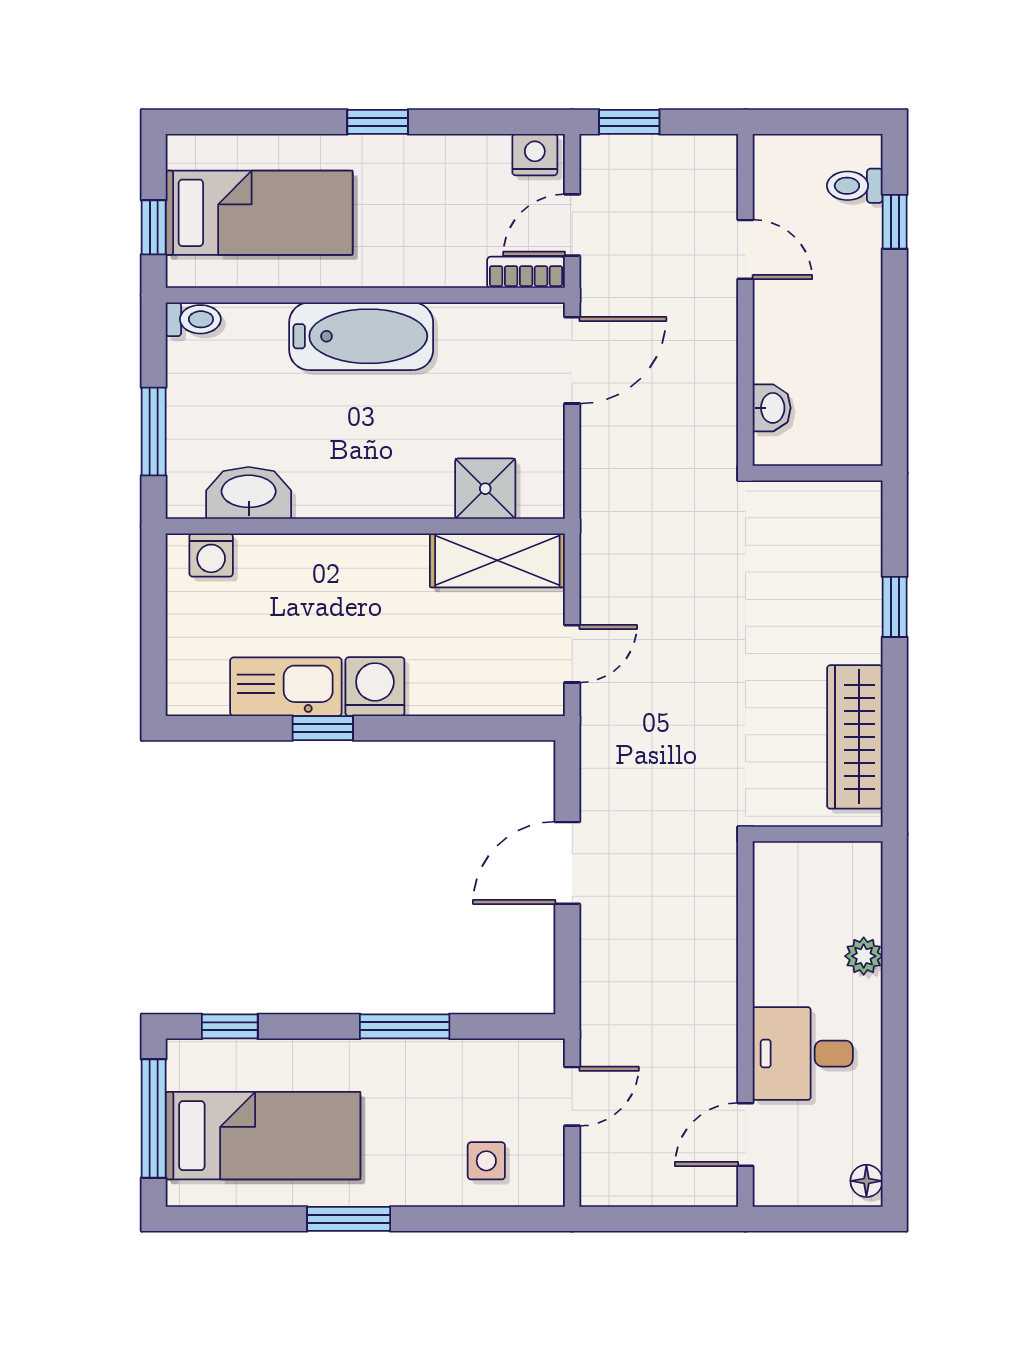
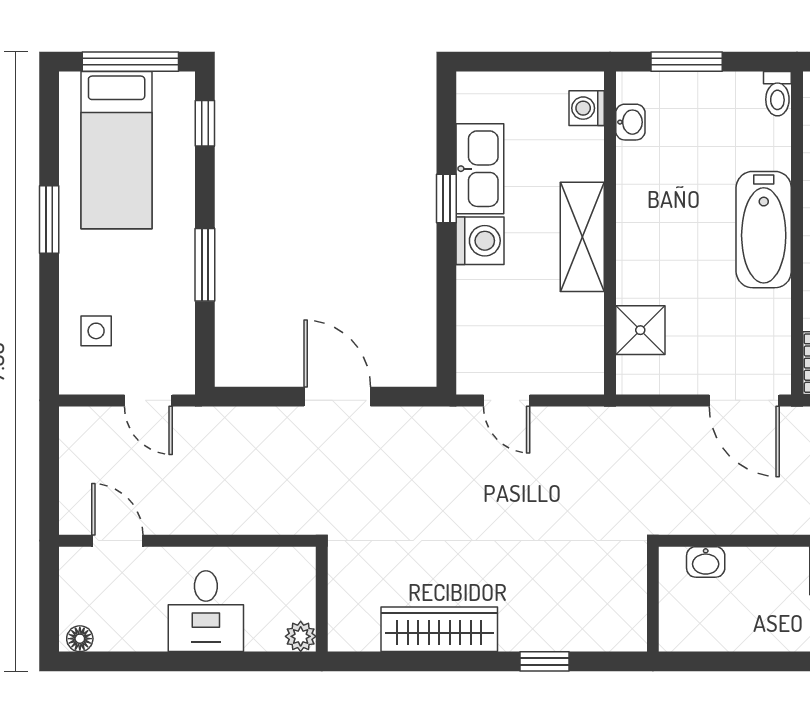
washbasin: (249, 493) -> (630, 122), width x0.52, depth x0.69
shelving: (497, 560) -> (582, 237), moved
wall: (818, 834) -> (322, 599), moved
plant: (864, 956) -> (301, 636), moved
desk: (803, 1054) -> (206, 611), moved, turned 180

